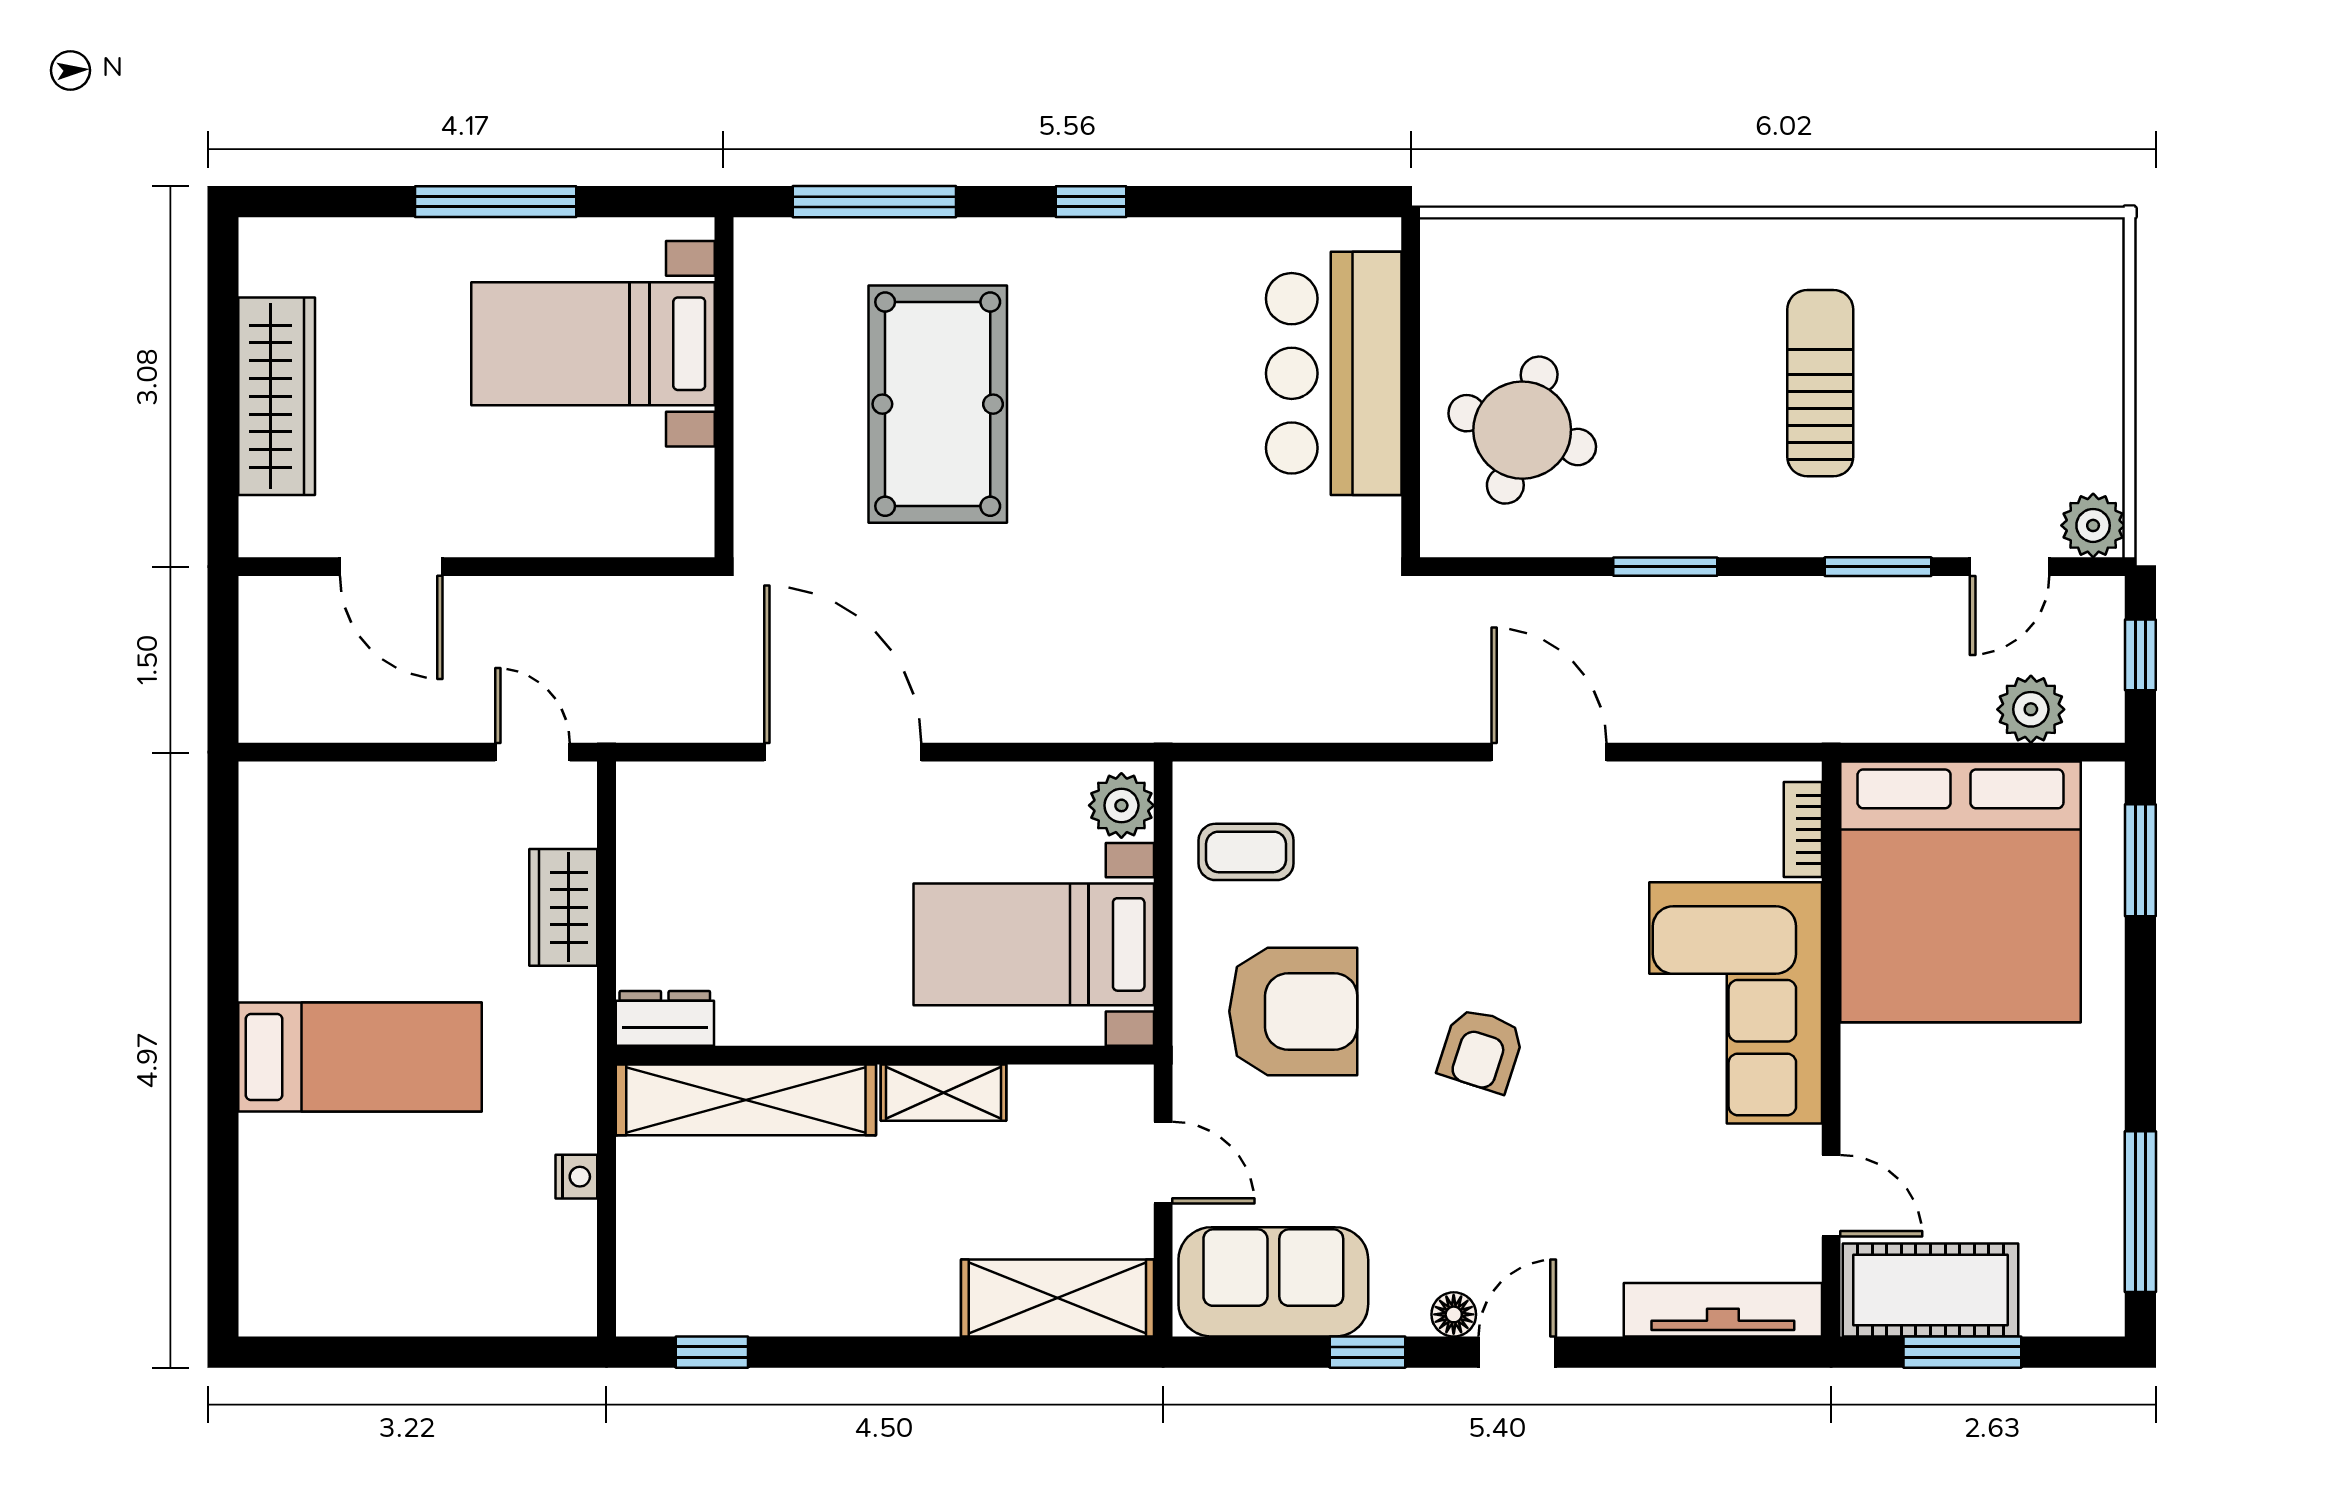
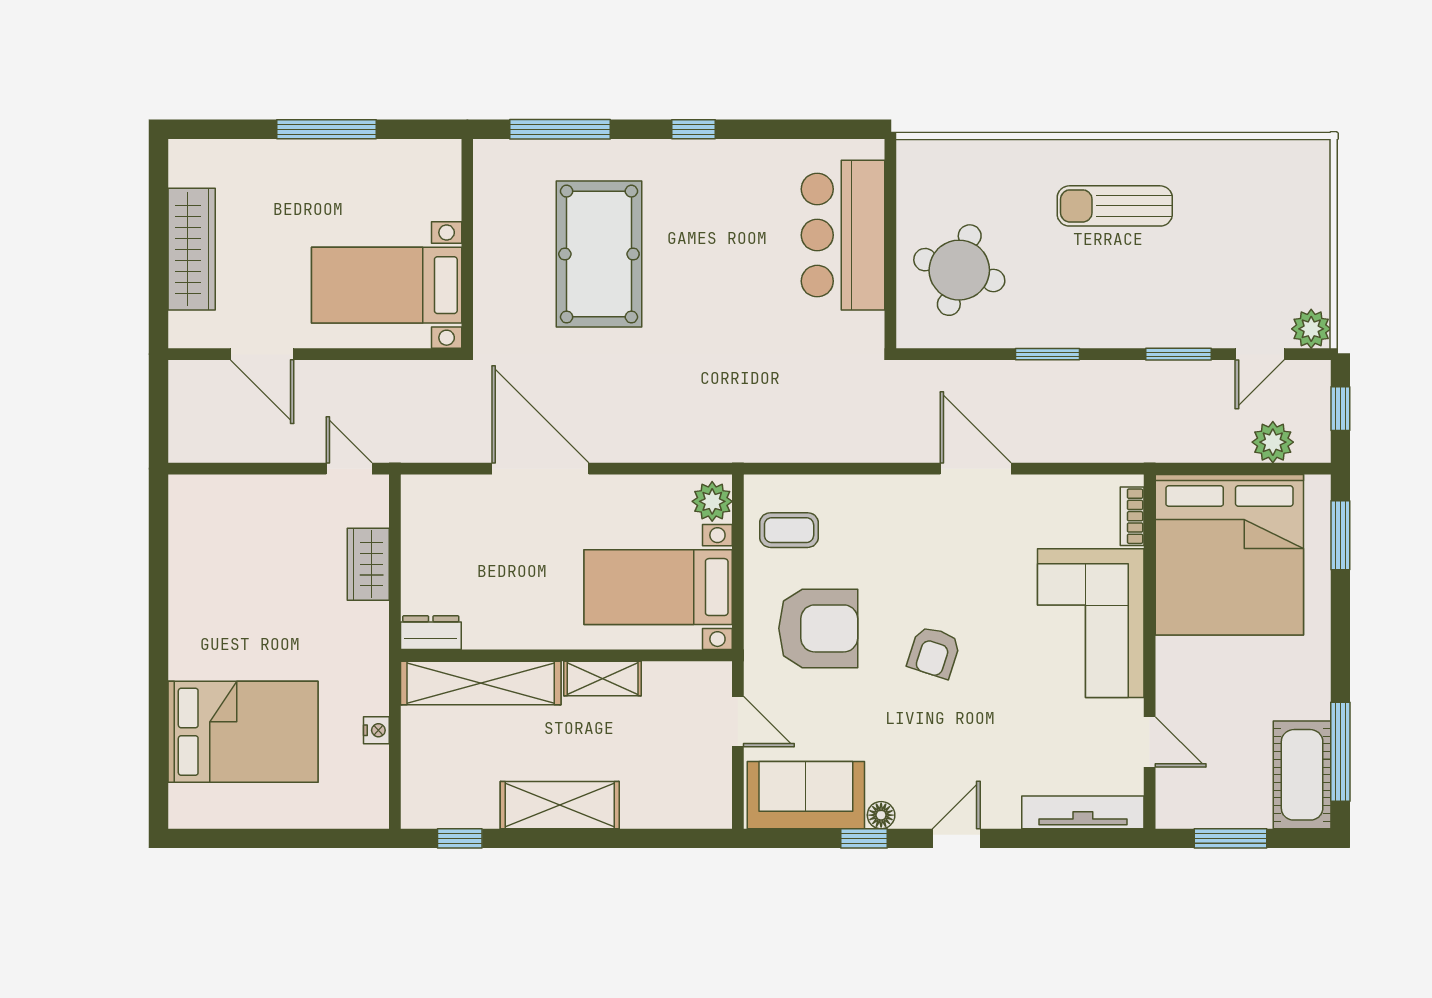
bed with nightstands: (593, 344) -> (387, 285), moved
sun lounger: (1820, 383) -> (1115, 206), moved, turned -90
bed: (360, 1057) -> (243, 732), moved, width x1.50
cot: (1930, 1290) -> (1302, 775), moved, turned 90
shelving: (1057, 1298) -> (560, 805), moved
floor lamp: (1454, 1314) -> (881, 815), moved

